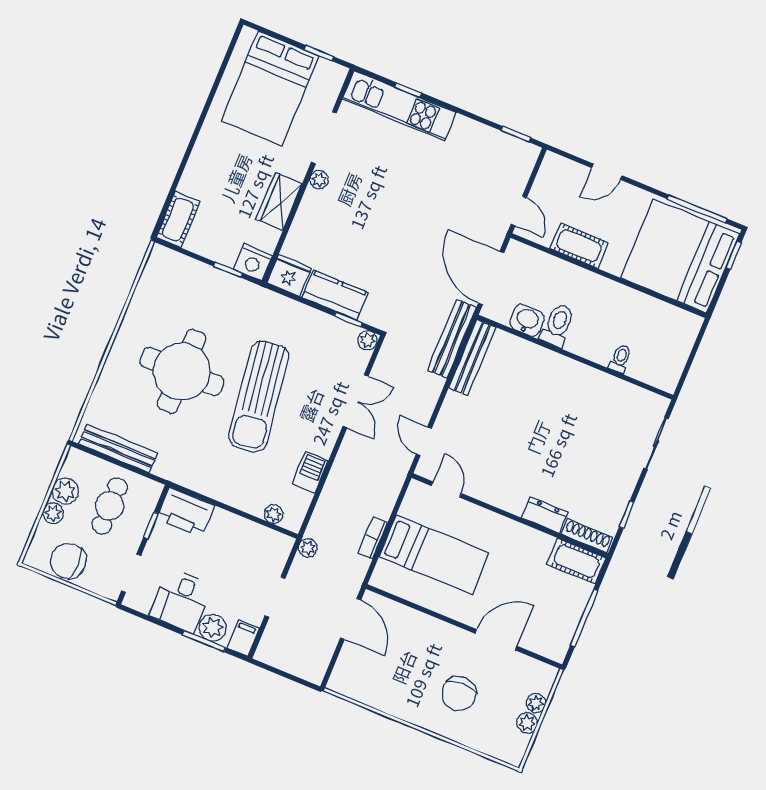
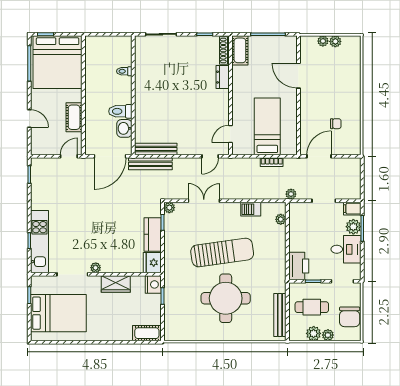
chair: (459, 694) -> (336, 124), moved, width x0.54, depth x0.54

